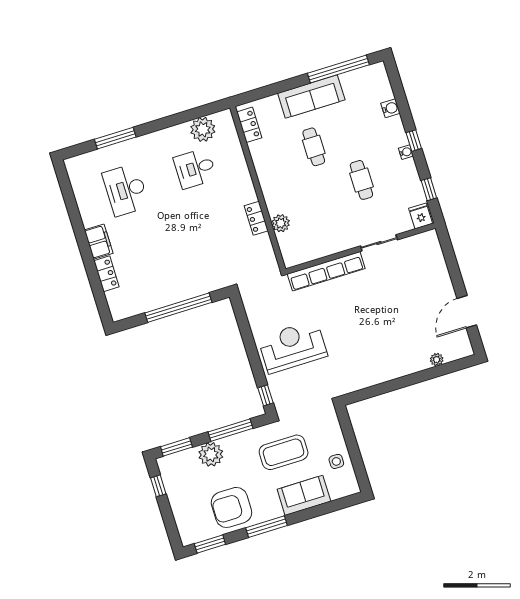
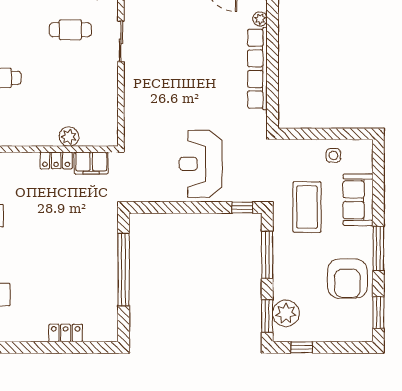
cafe table: (361, 180) -> (70, 30), moved
filing cabinet: (99, 242) -> (91, 163), moved, turned 180
row of seats: (326, 271) -> (257, 69), moved, turned 180
plant: (211, 454) -> (286, 313), moved

